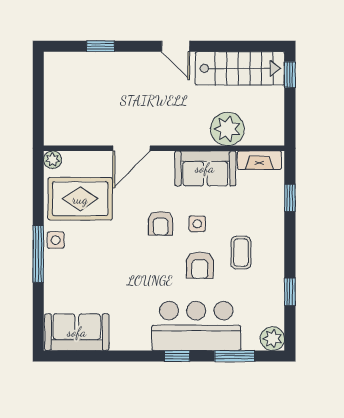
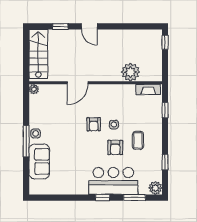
door: (176, 46) -> (89, 26), moved
stairs: (240, 68) -> (38, 54), moved, turned -90
sofa: (205, 168) -> (118, 94), removed
rug: (80, 199) -> (49, 111), removed
sofa: (77, 332) -> (39, 161), moved, turned 90

